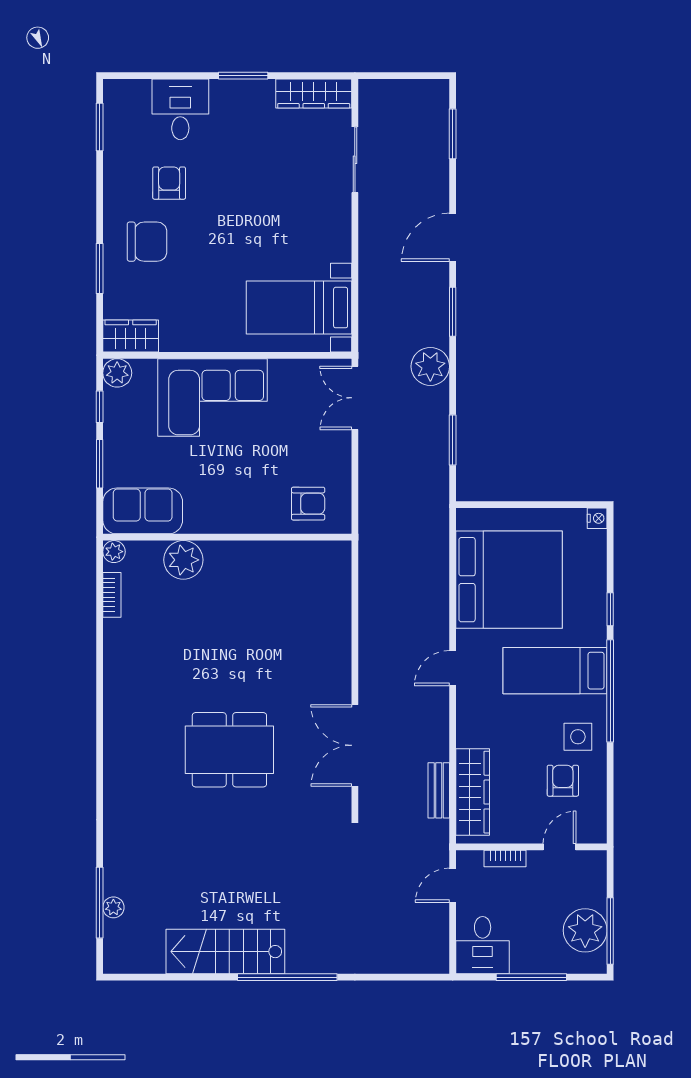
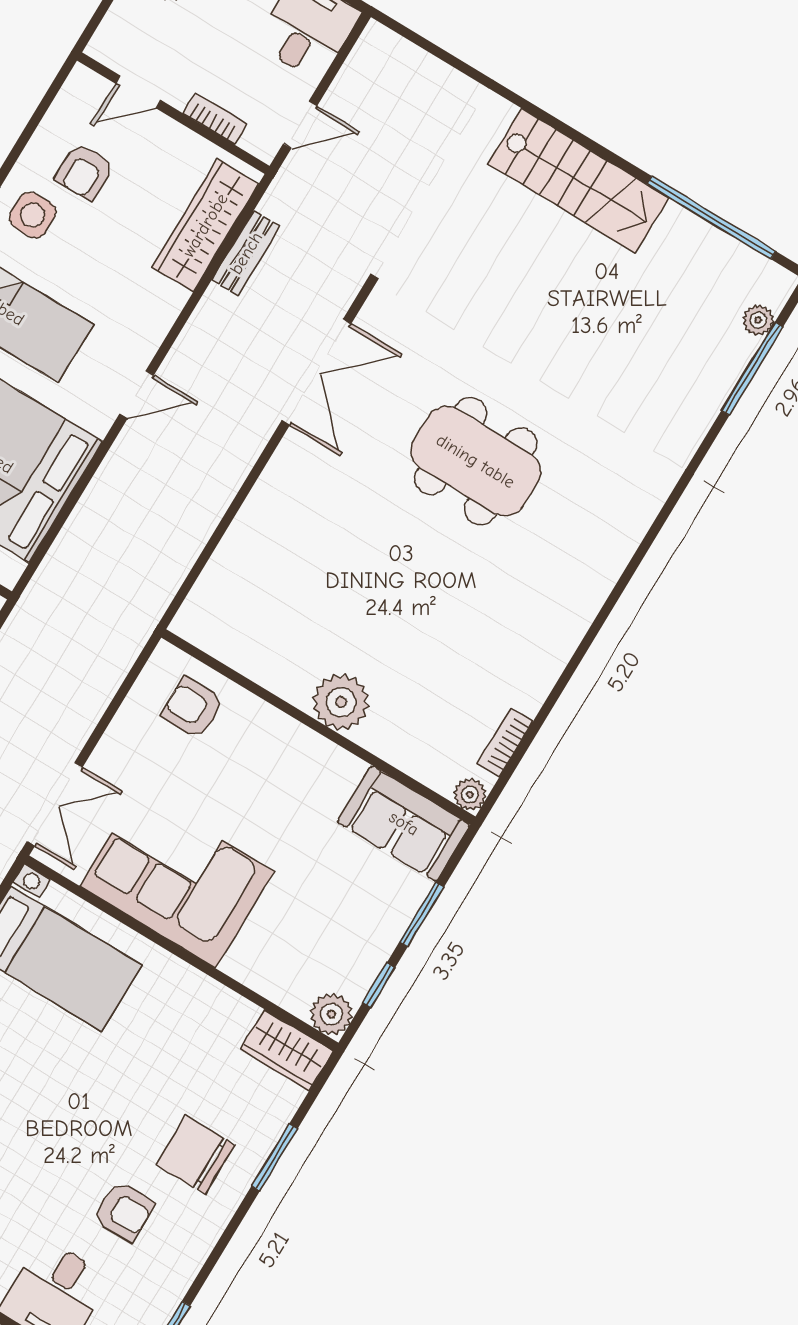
armchair: (169, 183) -> (124, 1211), turned -90
corner sofa: (212, 397) -> (177, 879), moved
plant: (183, 560) -> (341, 702), moved
plant: (113, 907) -> (758, 320), moved
stairs: (225, 952) -> (579, 181), moved
window: (287, 977) -> (711, 218), moved

